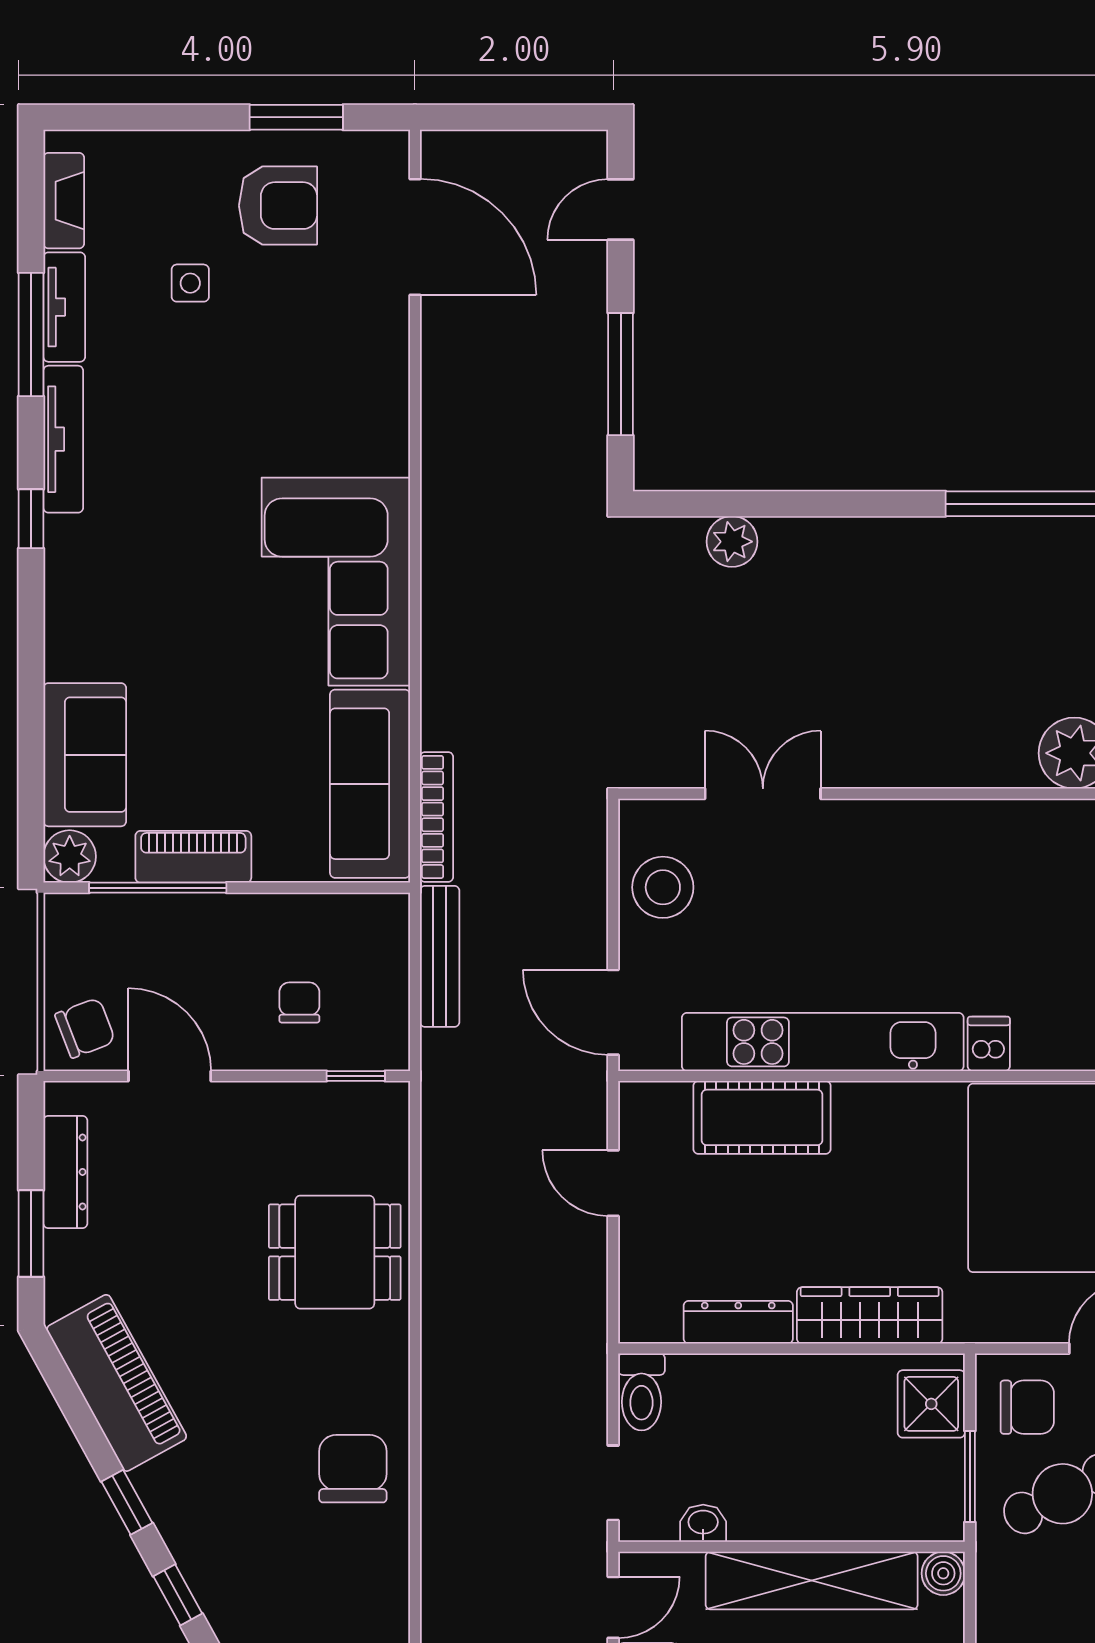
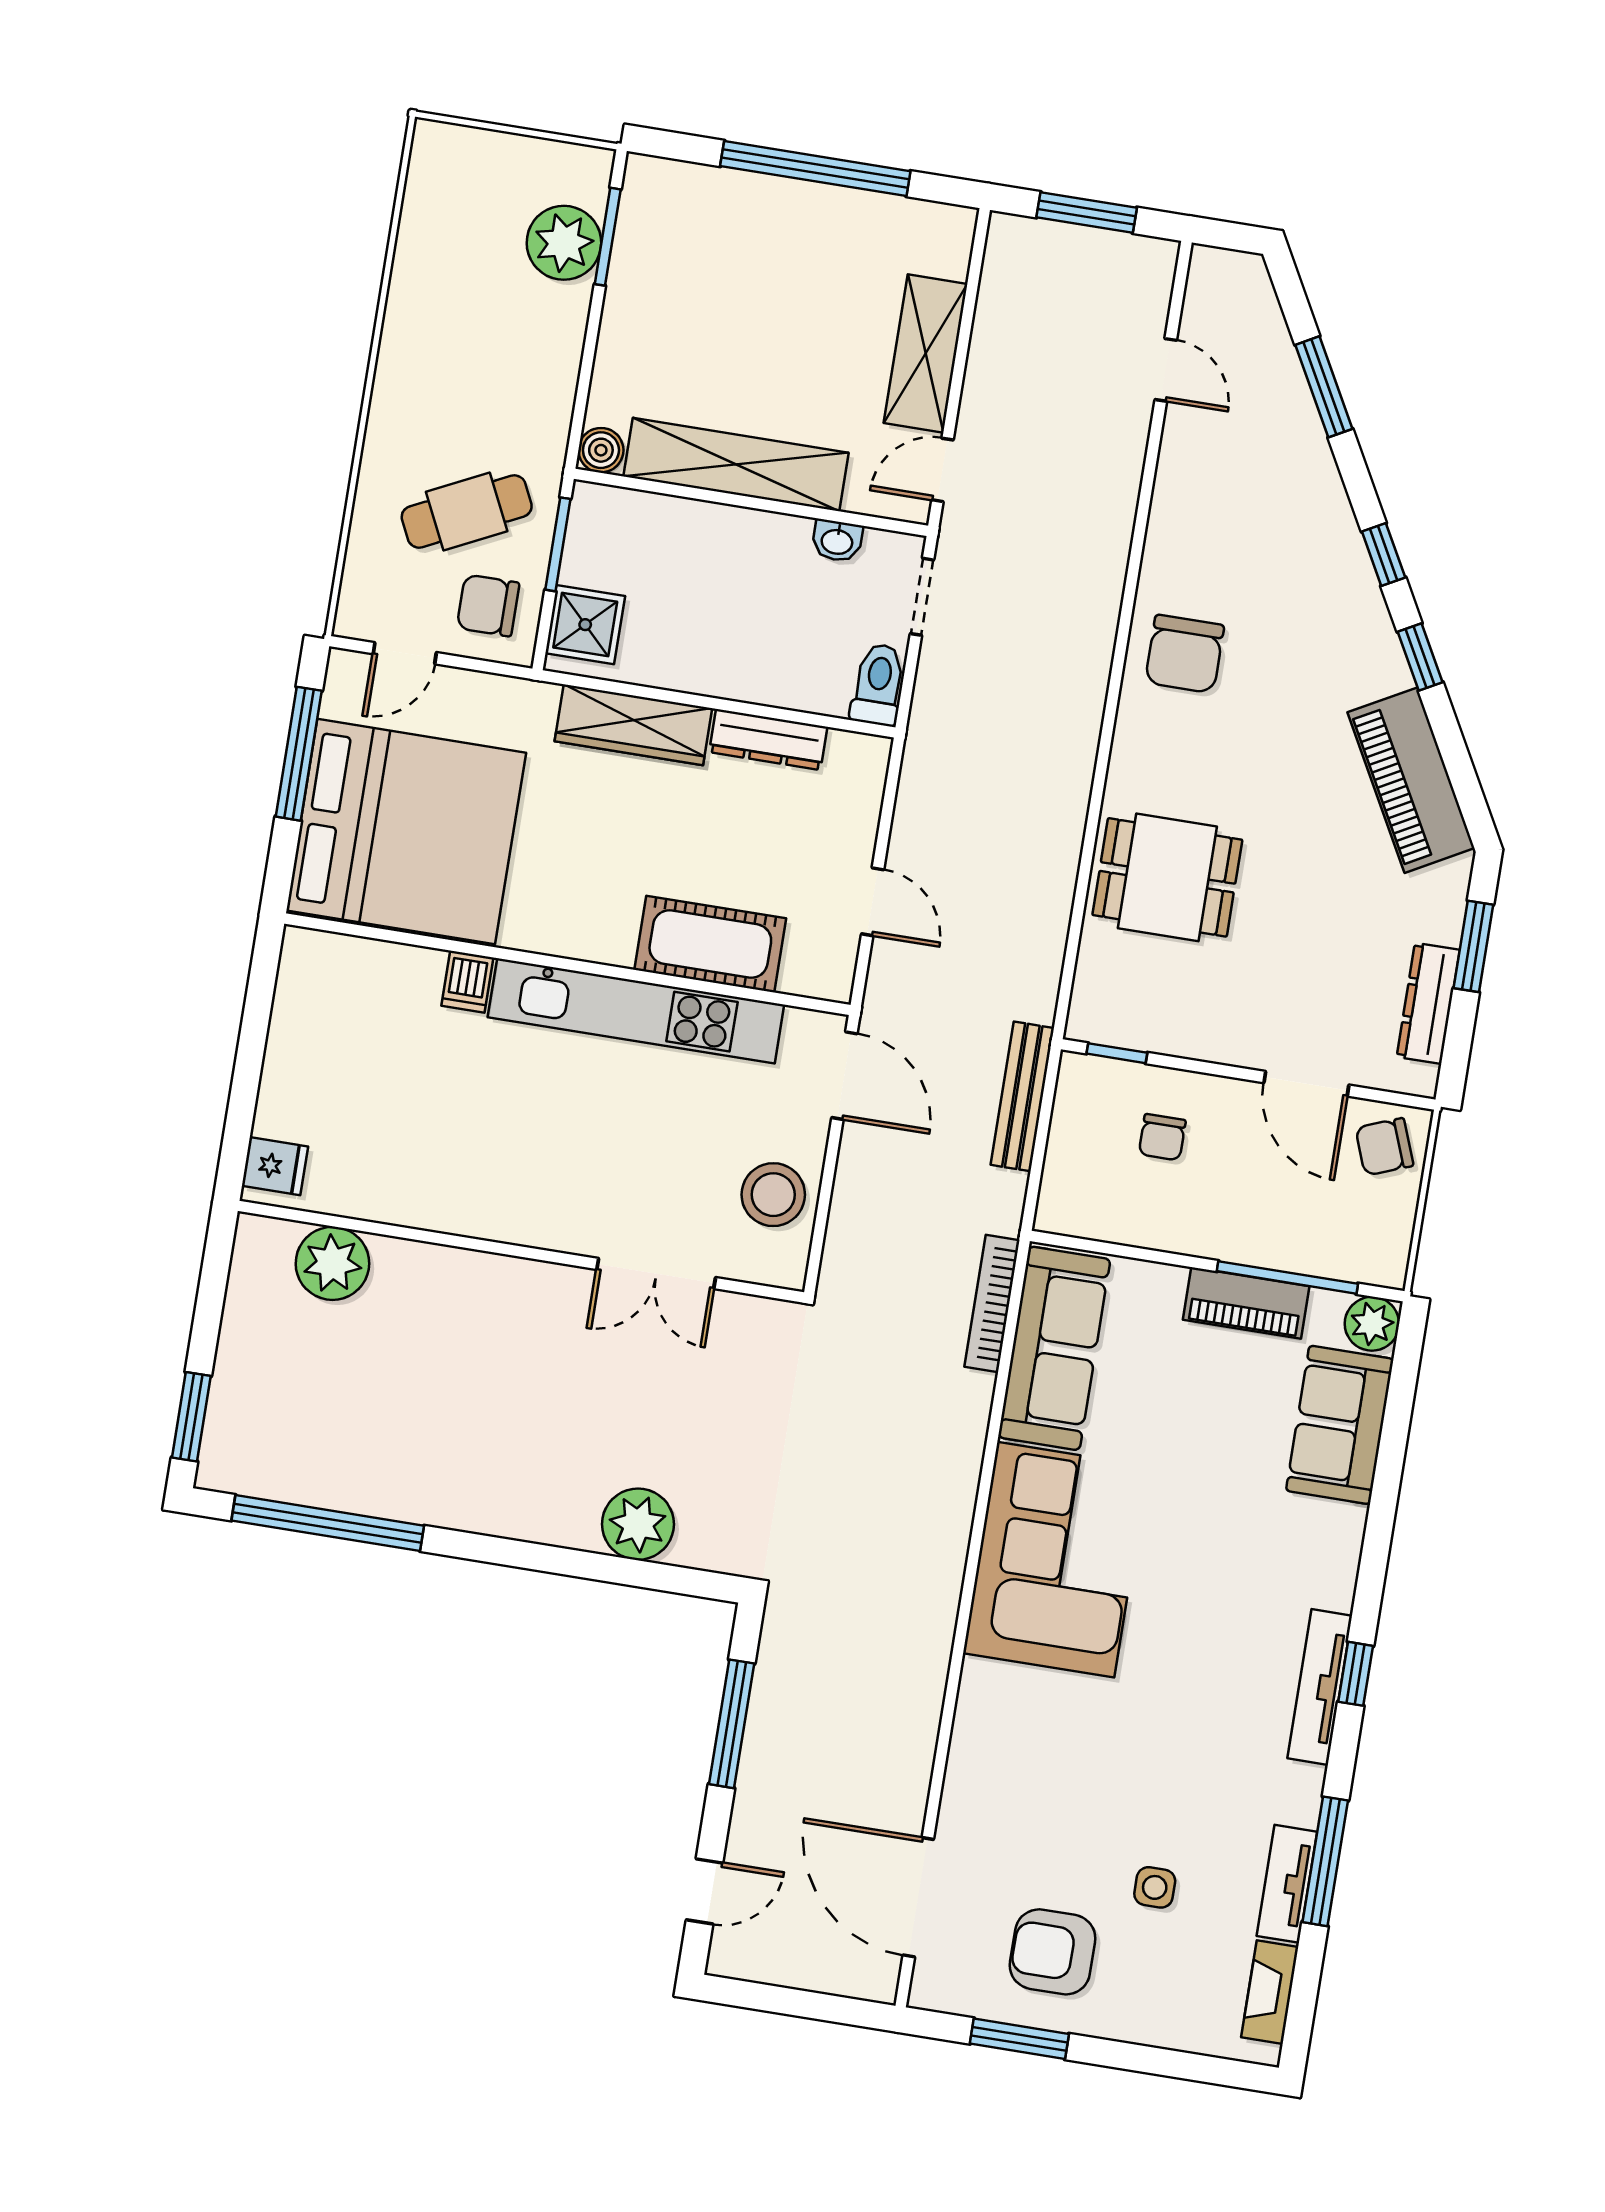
tv unit: (63, 439) -> (1320, 1687), moved
plant: (732, 542) -> (638, 1524), width x1.36, depth x1.36
bench: (440, 956) -> (1022, 1096), moved

